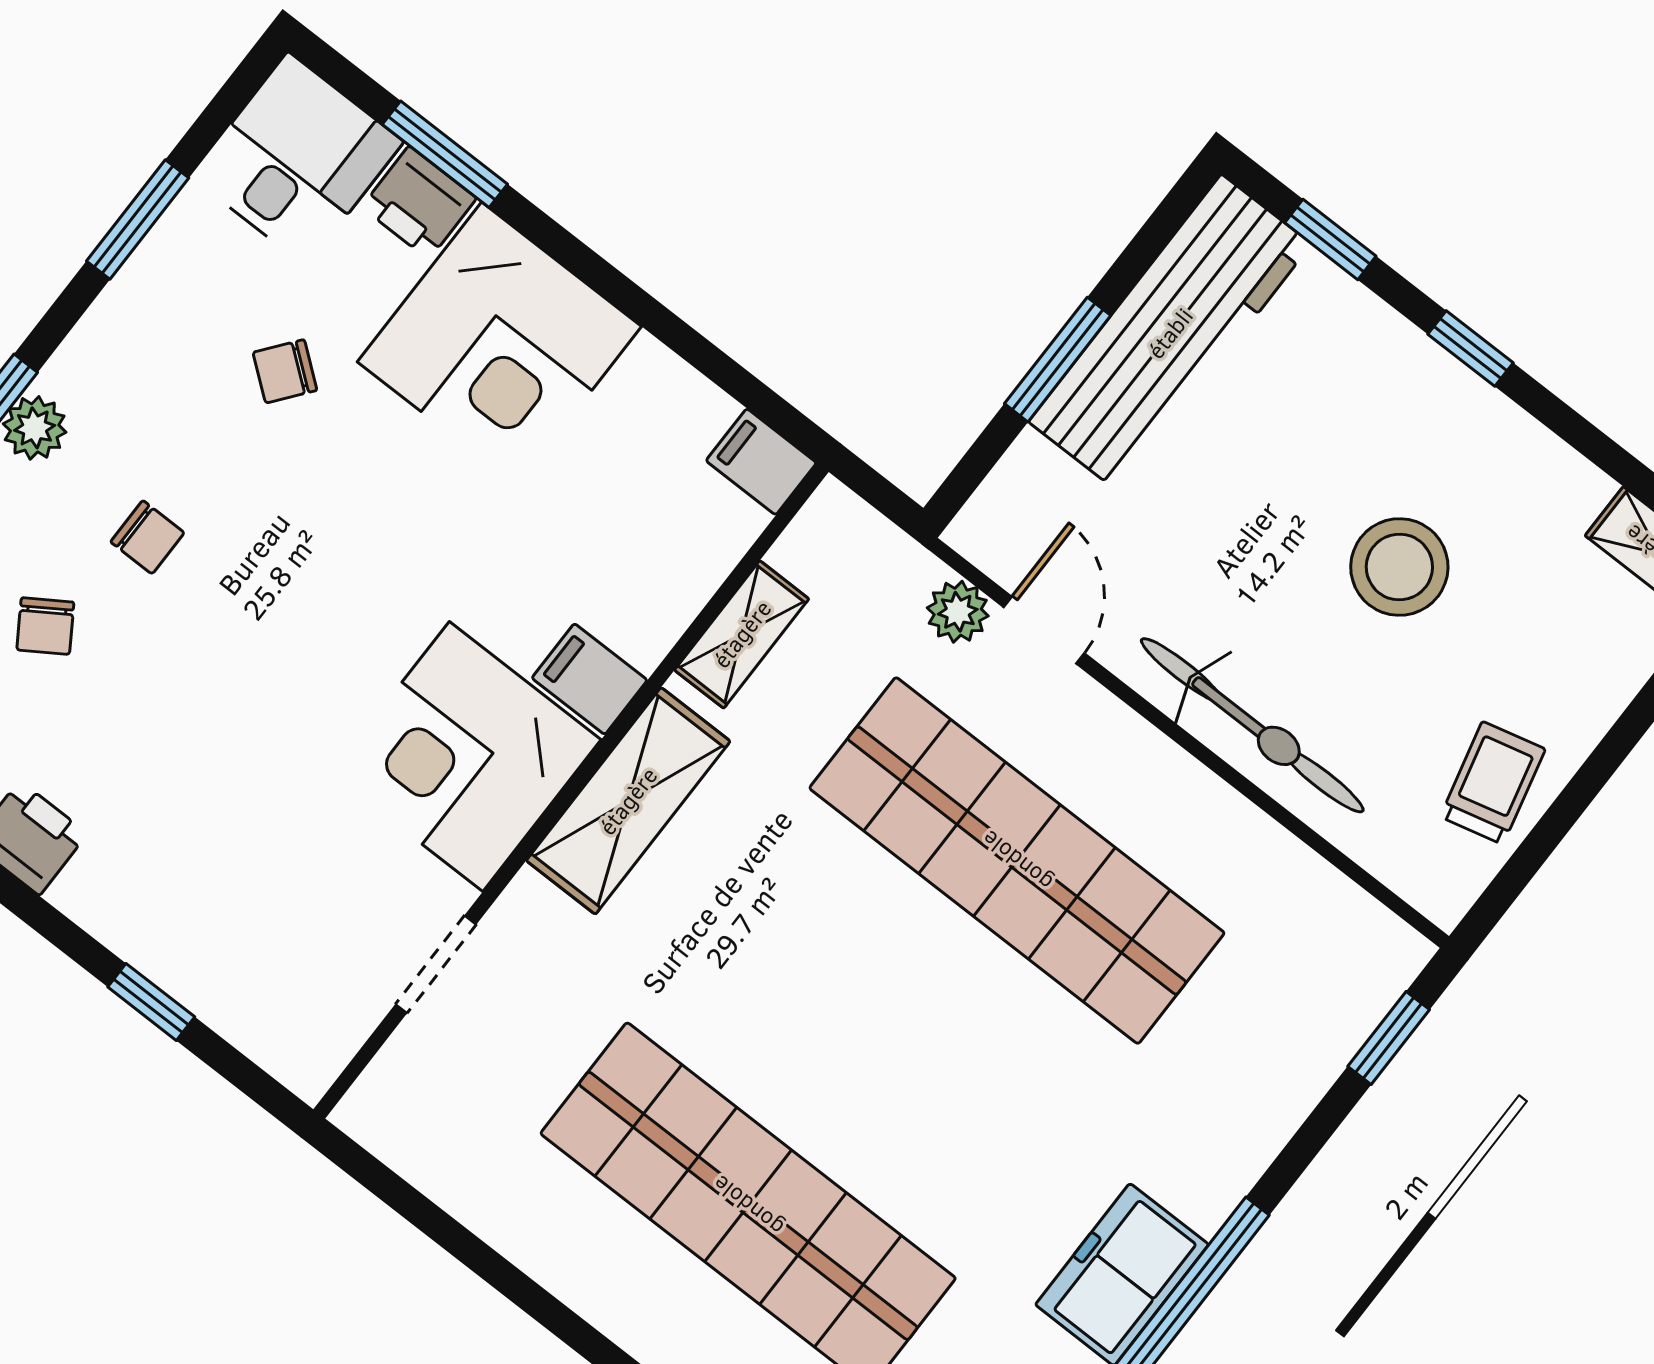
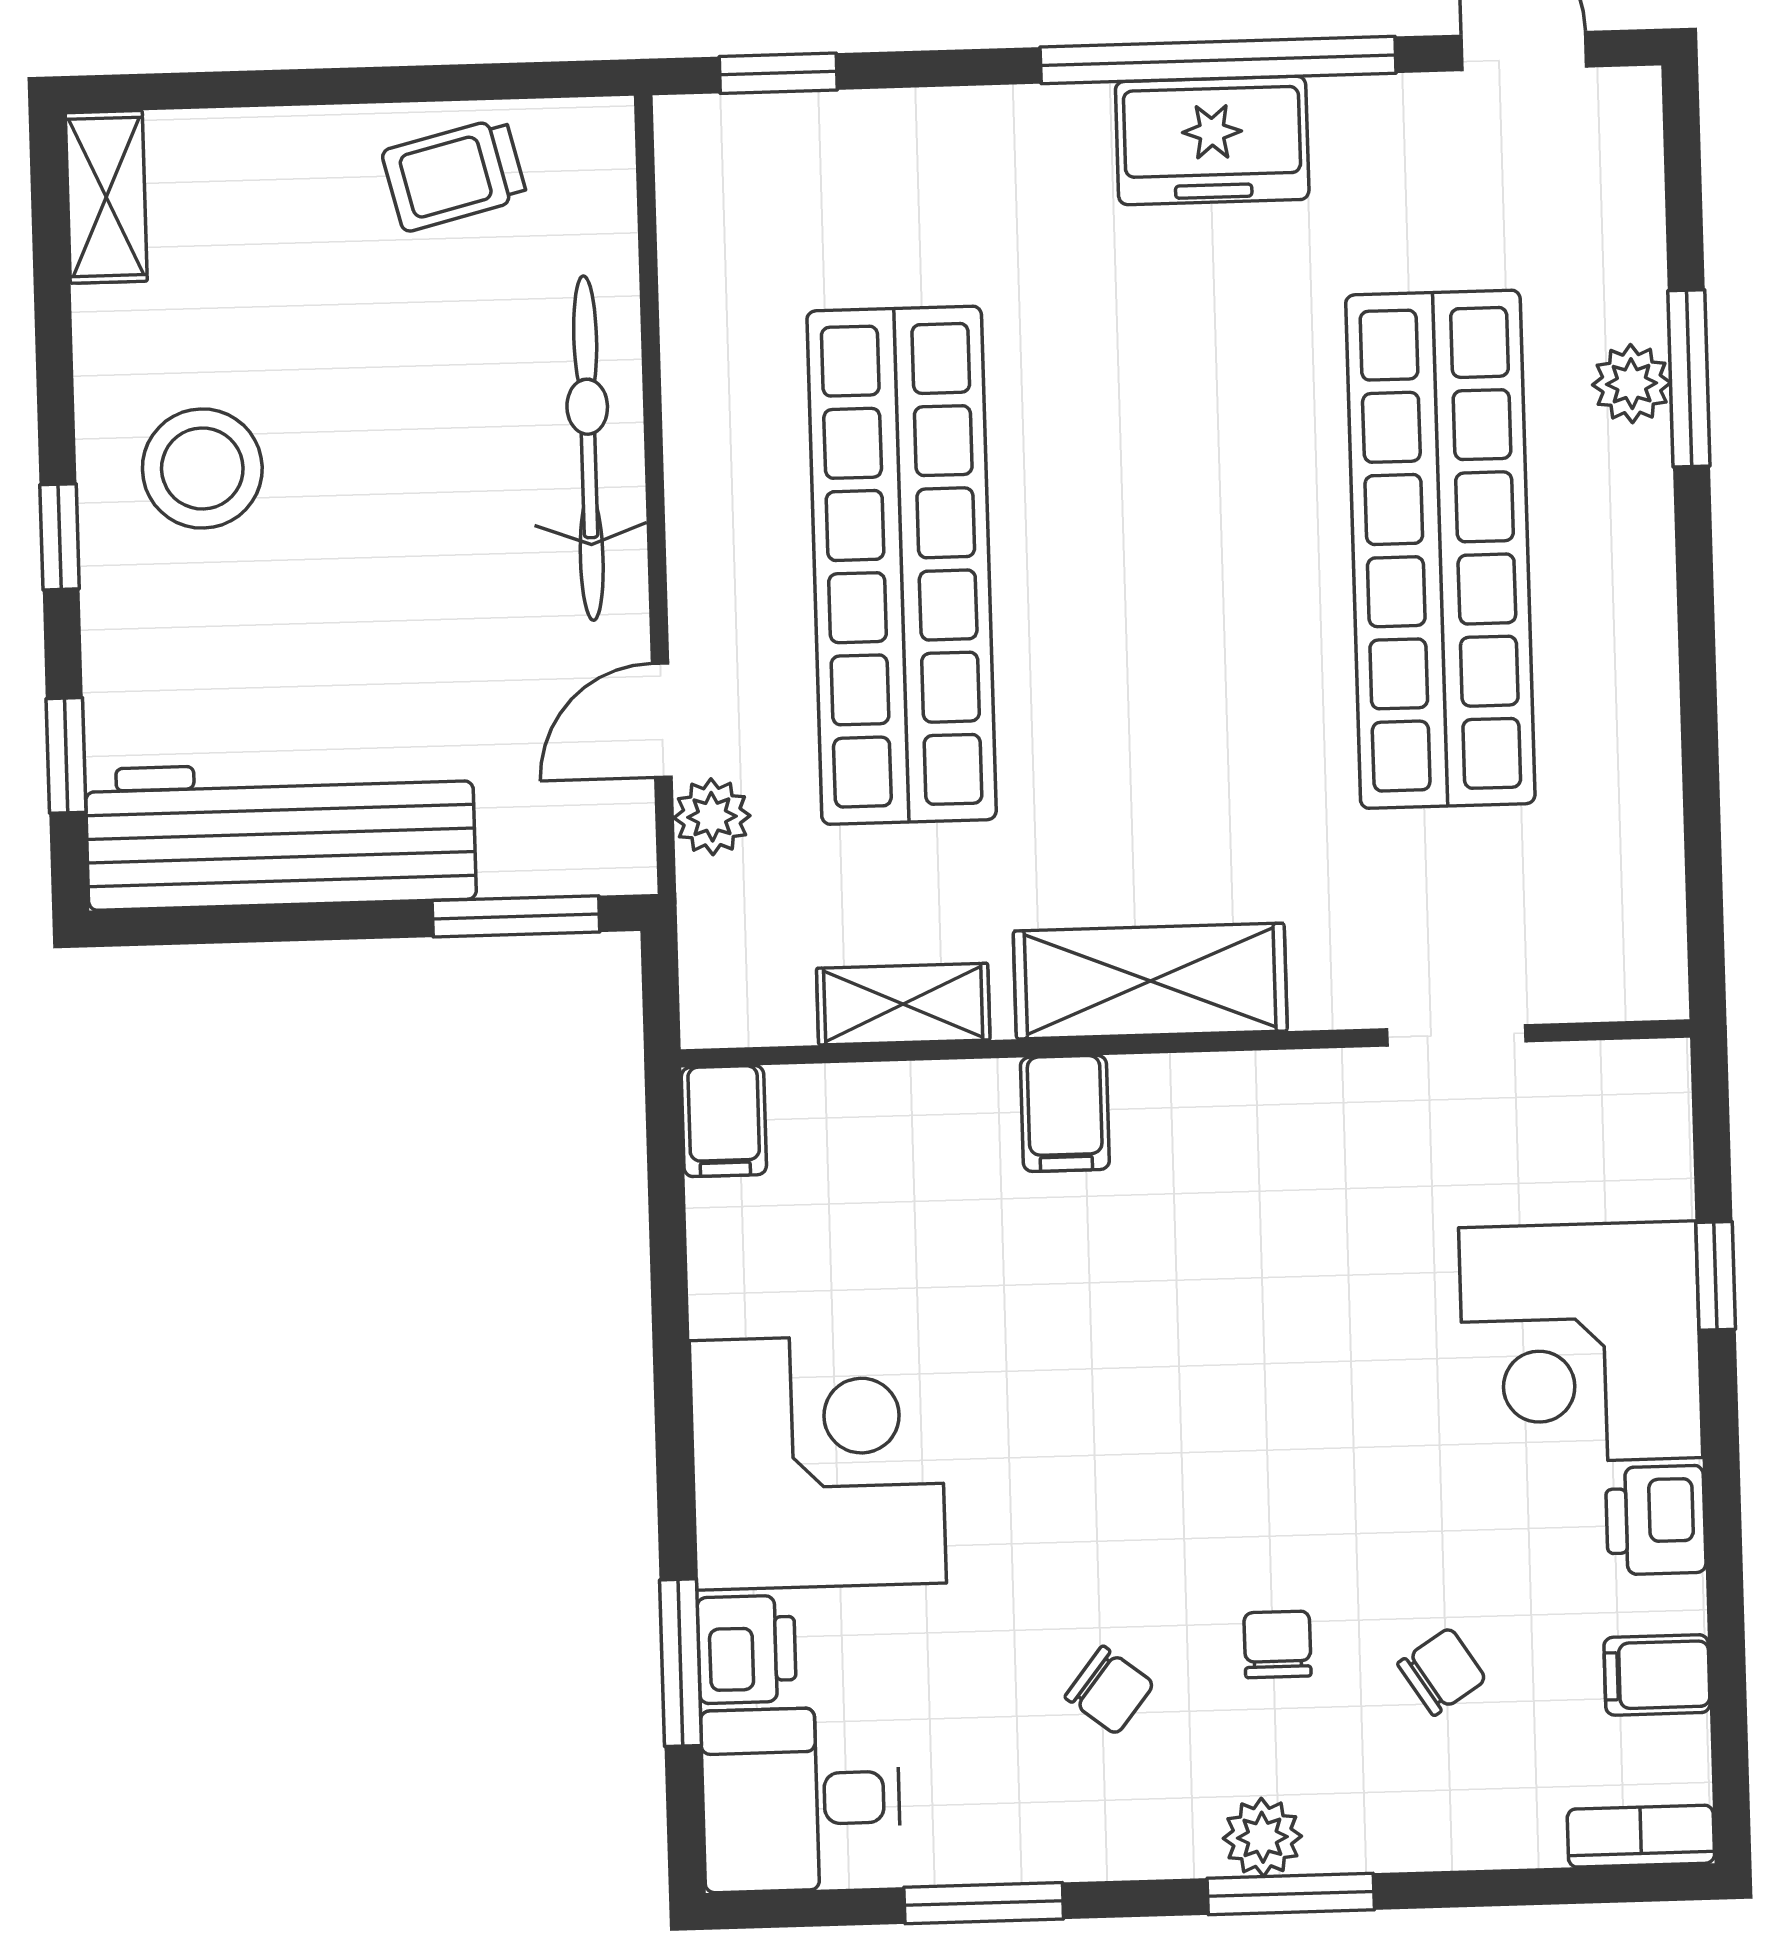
window: (1058, 360) -> (516, 916), moved
chair: (285, 371) -> (1109, 1690), moved
stool: (1399, 567) -> (202, 468), moved
corner desk: (466, 757) -> (1581, 1343), moved, turned 90

